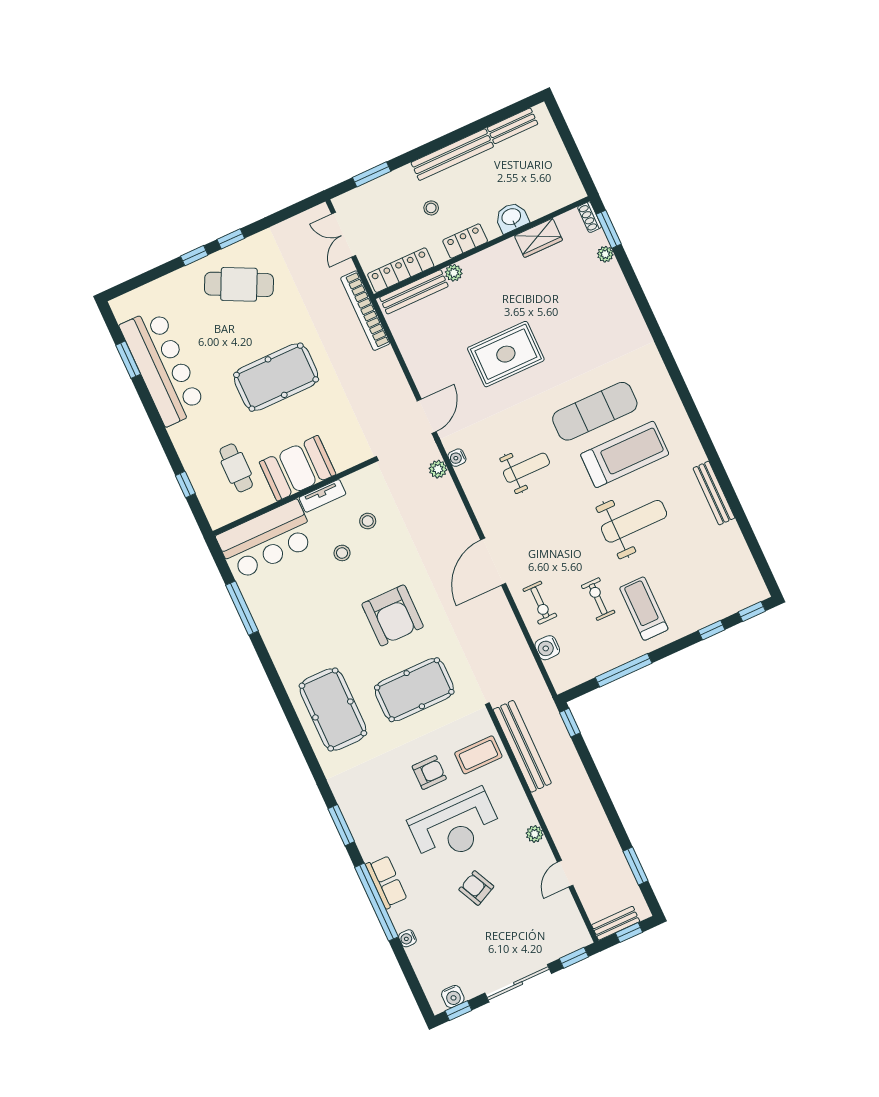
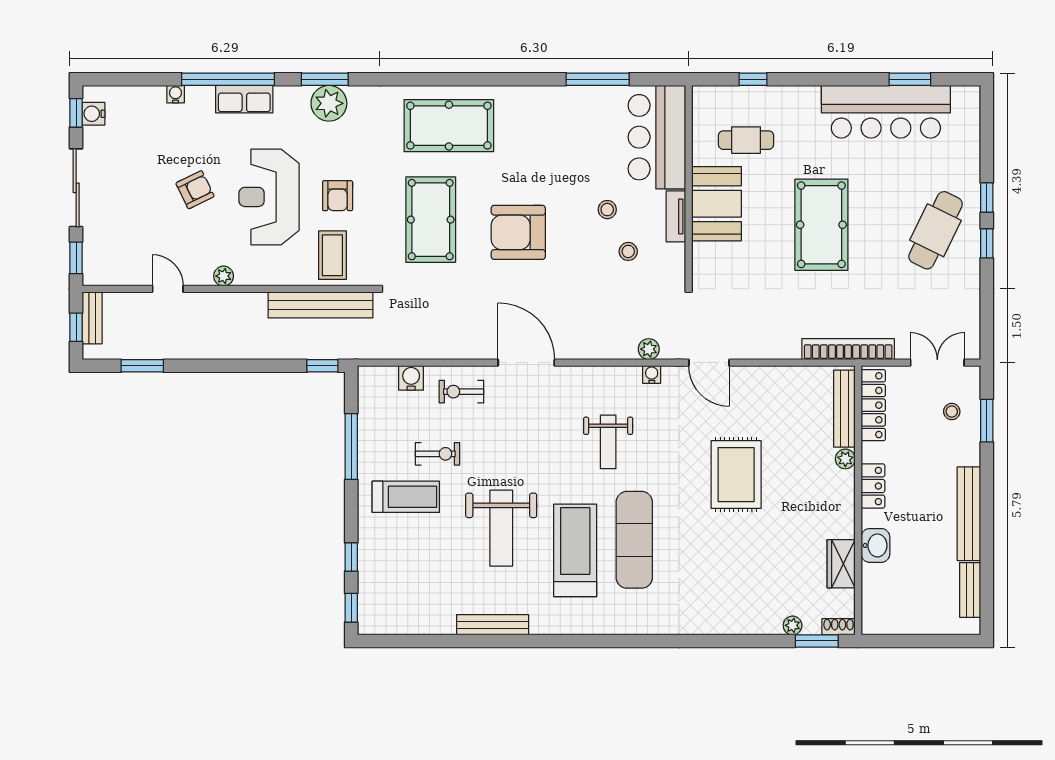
stool: (431, 208) -> (952, 412), moved
treadmill: (625, 454) -> (575, 550), turned 180
plant: (359, 813) -> (329, 103), added

